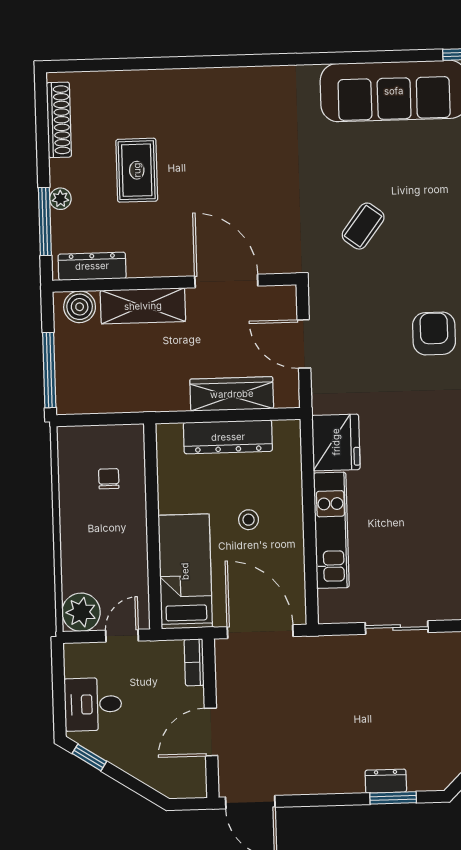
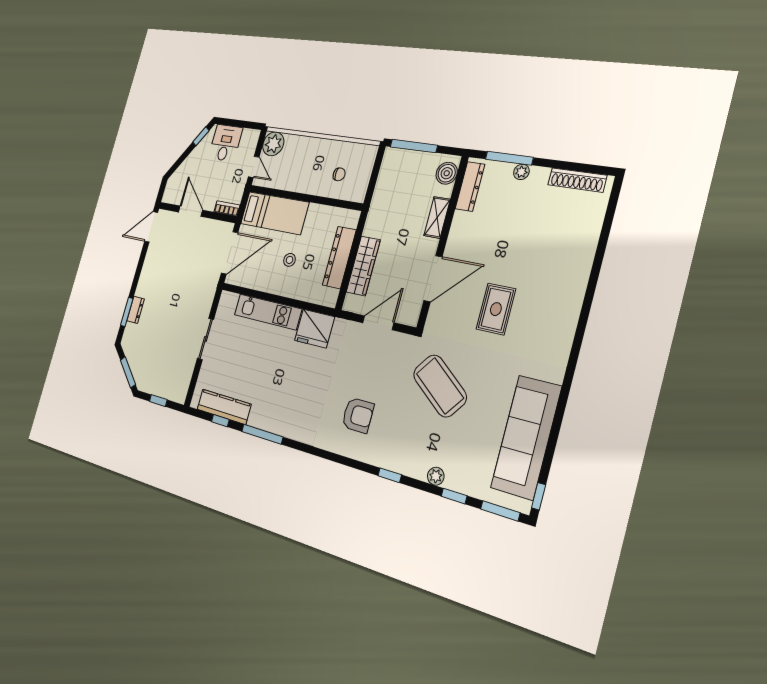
rug: (137, 170) -> (496, 309), moved, turned 90
coffee table: (363, 226) -> (440, 386), width x1.86, depth x1.72
shelving: (143, 306) -> (437, 217), width x0.67, depth x0.75

